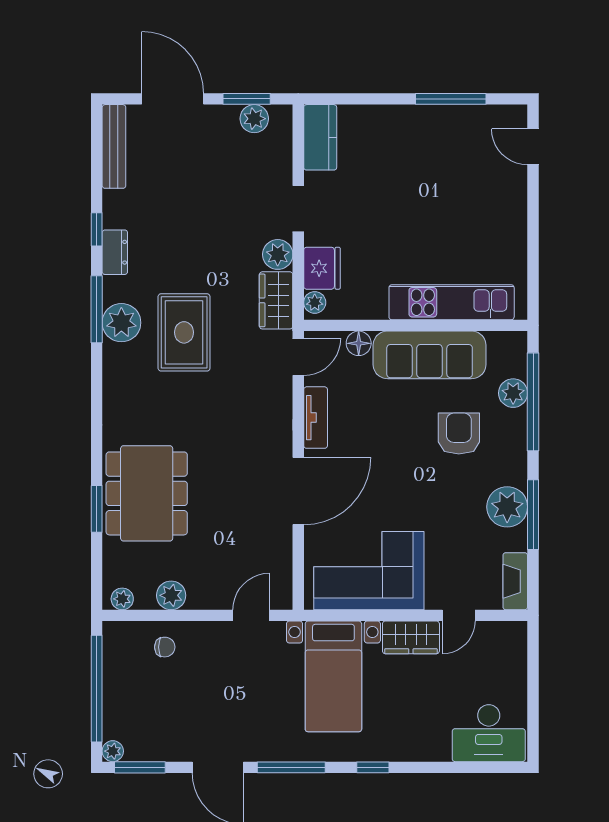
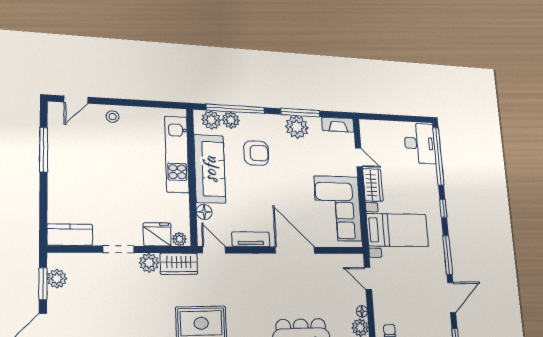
stool: (509, 202) -> (113, 117), added
plant: (512, 360) -> (211, 120), added
armchair: (459, 434) -> (256, 153), turned 180
floor lamp: (197, 600) -> (362, 311), added
window: (466, 767) -> (438, 156), added

